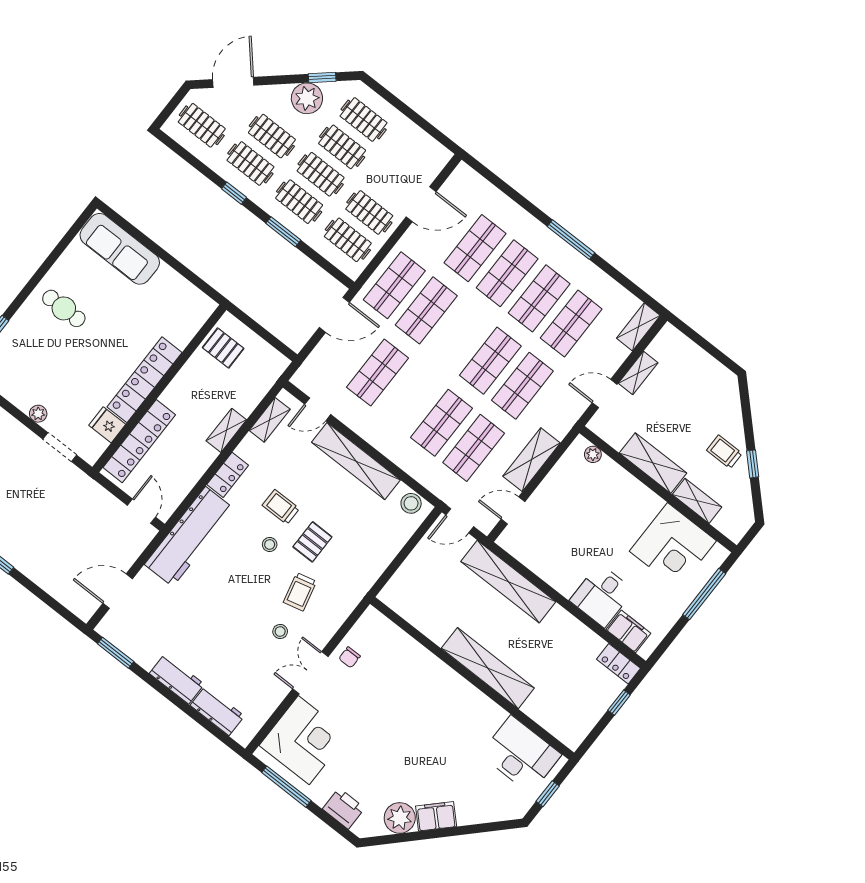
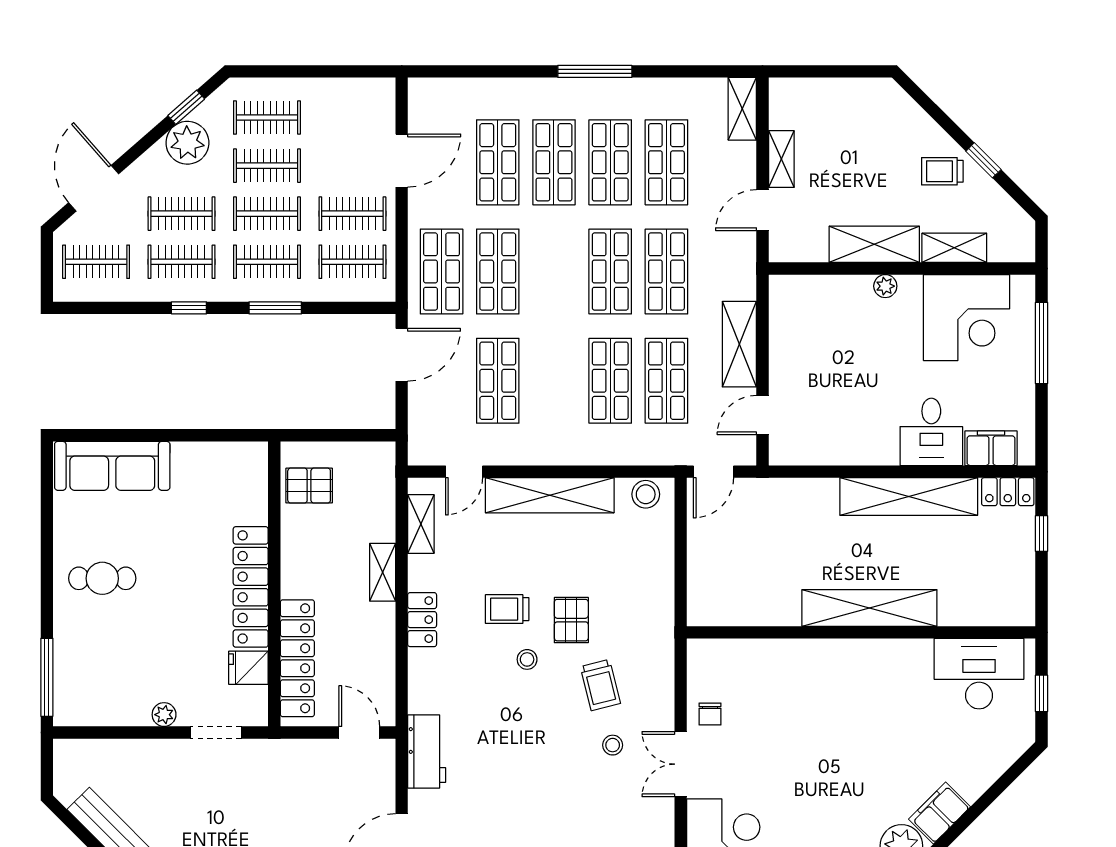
plant: (593, 454) -> (885, 286), moved
workbench: (189, 537) -> (427, 752), width x0.53, depth x0.76
shelving: (508, 582) -> (909, 497), moved

